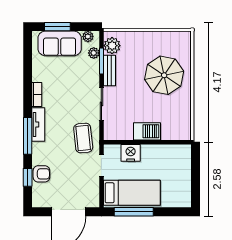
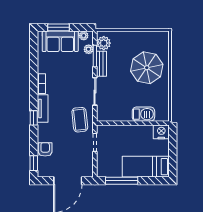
barbecue: (147, 131) -> (143, 114), moved
window: (28, 136) -> (34, 118), width x0.46
nightstand: (131, 153) -> (161, 132), moved
armchair: (41, 174) -> (45, 149), turned -90
window: (28, 177) -> (34, 163), moved
bed: (132, 193) -> (146, 167), moved, turned 180

